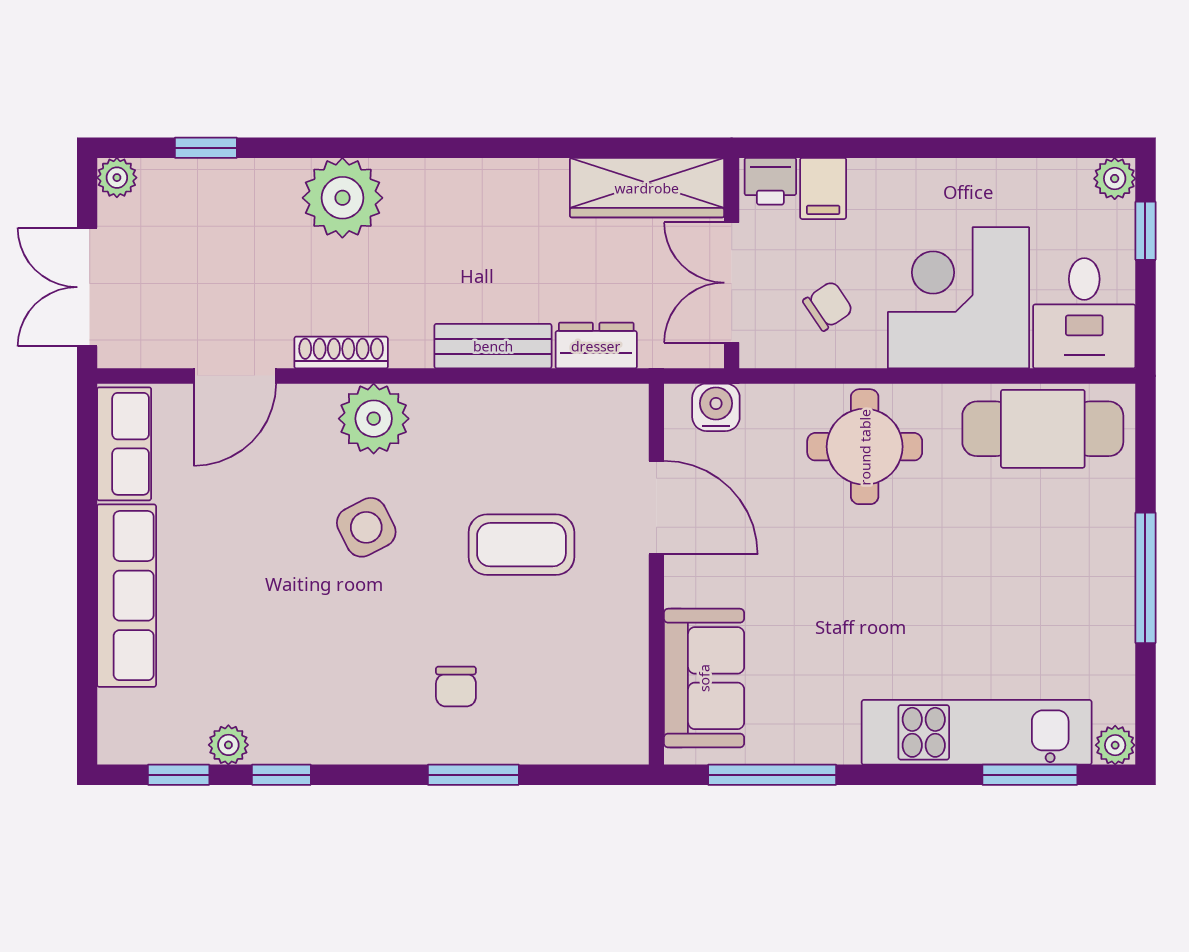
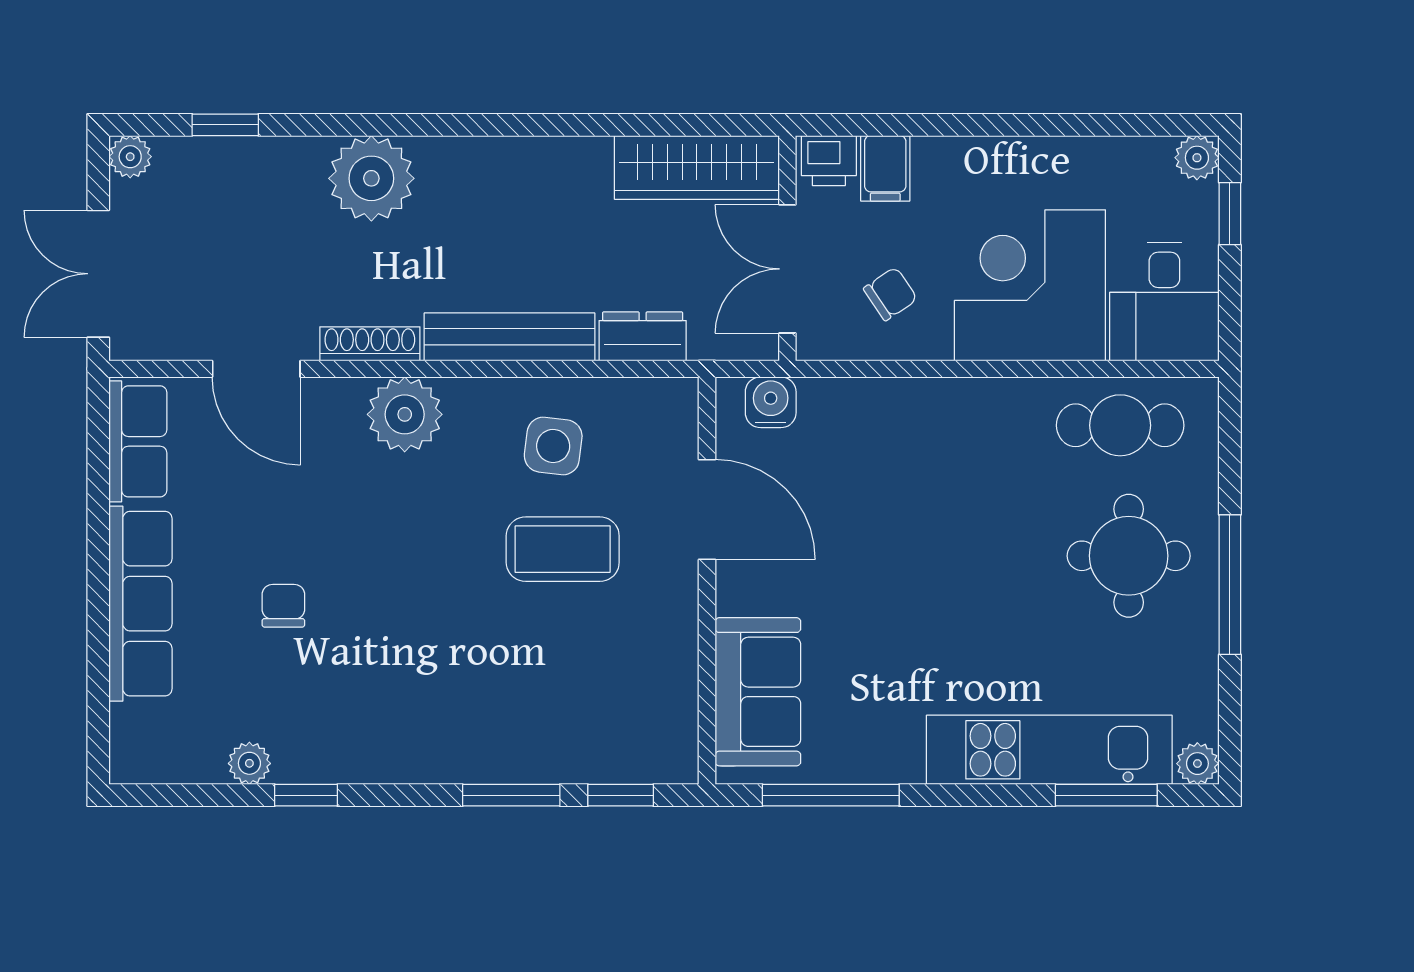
bench: (493, 346) -> (509, 337), width x1.36
door: (235, 376) -> (256, 369), hinge flipped
cafe table: (1043, 429) -> (1120, 425), width x0.73, depth x0.74
round table: (865, 447) -> (1129, 556), moved
side table: (366, 527) -> (553, 446), moved, turned 34
chair: (456, 687) -> (283, 606), moved, turned 180
window: (179, 775) -> (621, 795), moved

